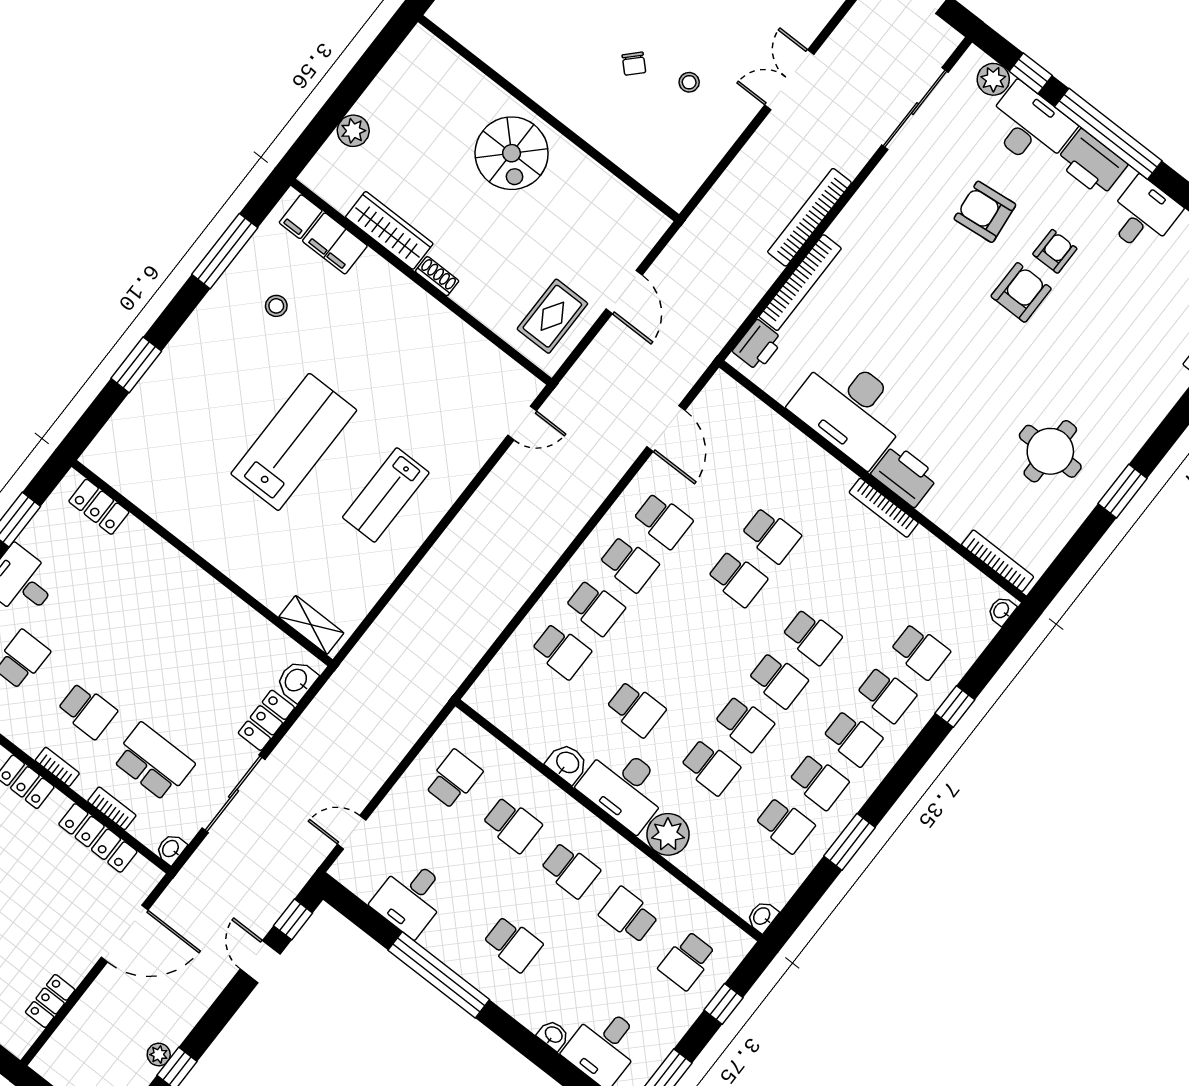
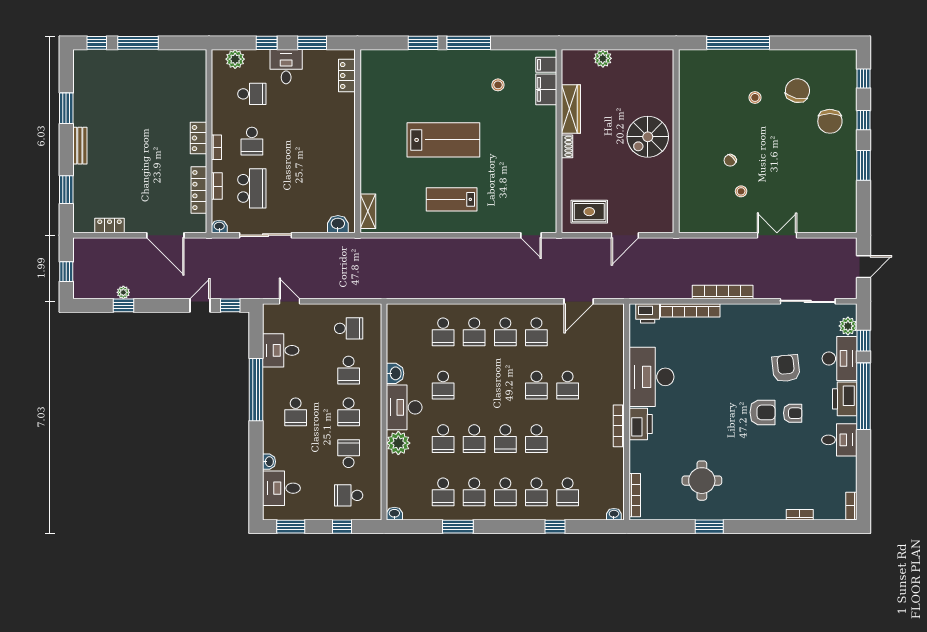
window: (225, 251) -> (469, 43), moved
locker: (266, 720) -> (310, 224), removed

